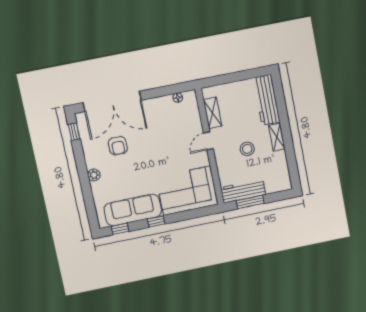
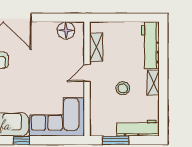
floor lamp: (178, 98) -> (66, 30), width x1.89, depth x1.89
workbench: (243, 191) -> (138, 128), moved

